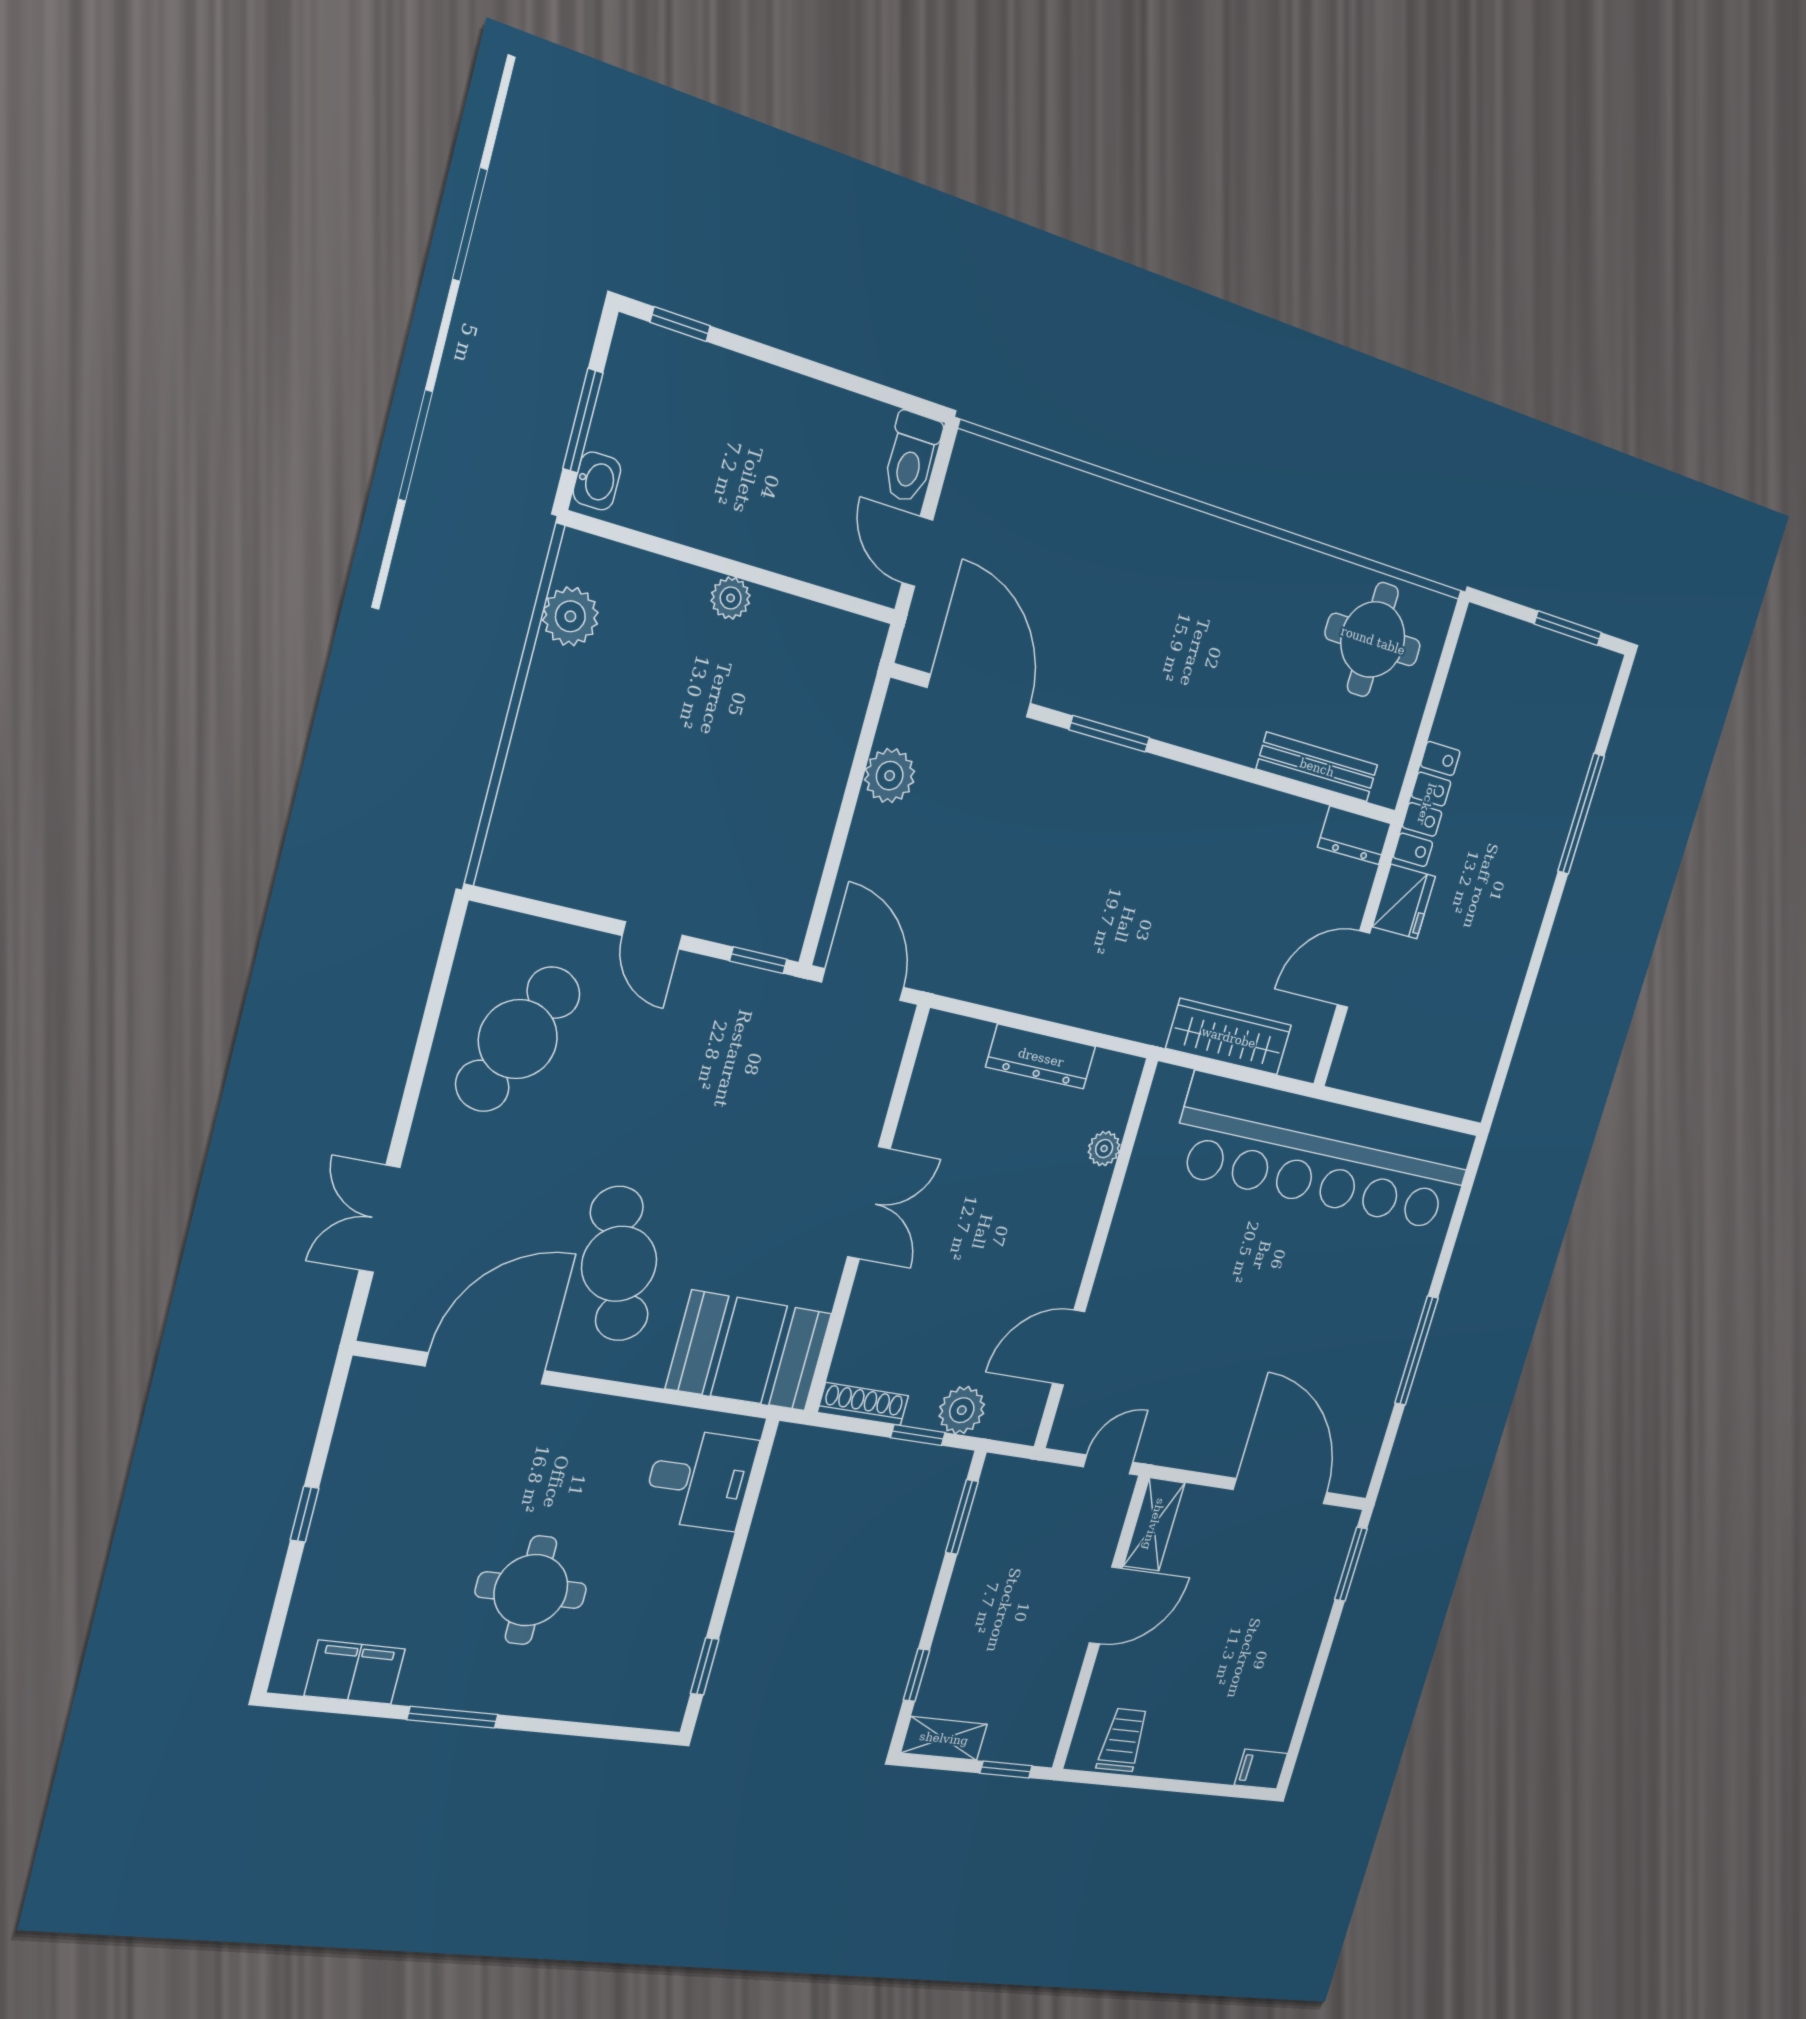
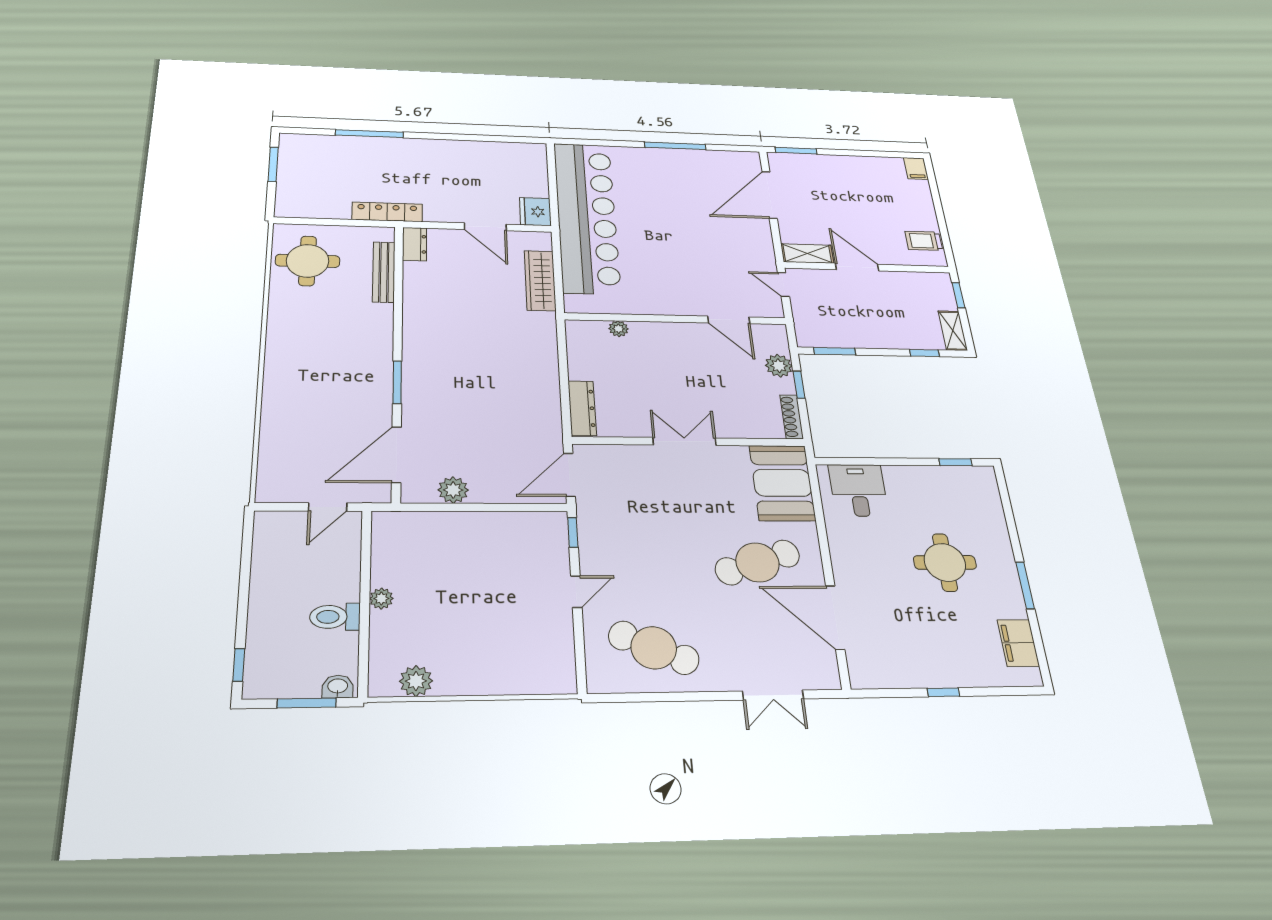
toilet: (911, 457) -> (335, 617), moved, turned 180
fridge: (1404, 902) -> (535, 212), moved, turned -90
dresser: (1041, 1057) -> (582, 408), moved

